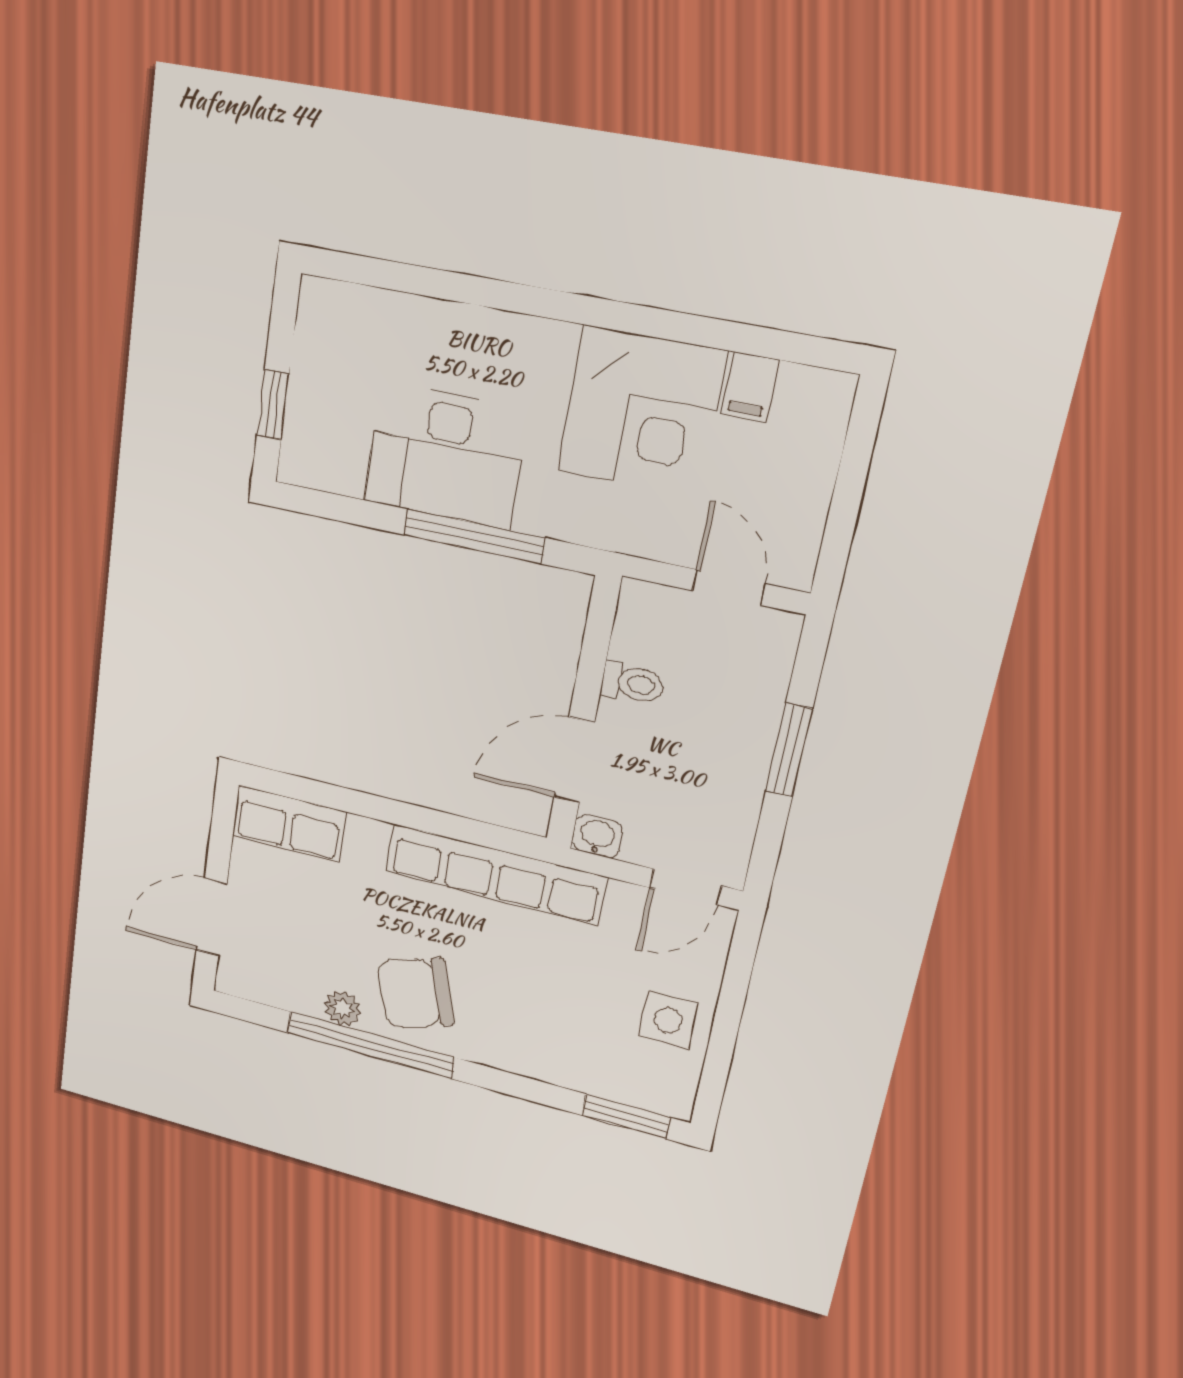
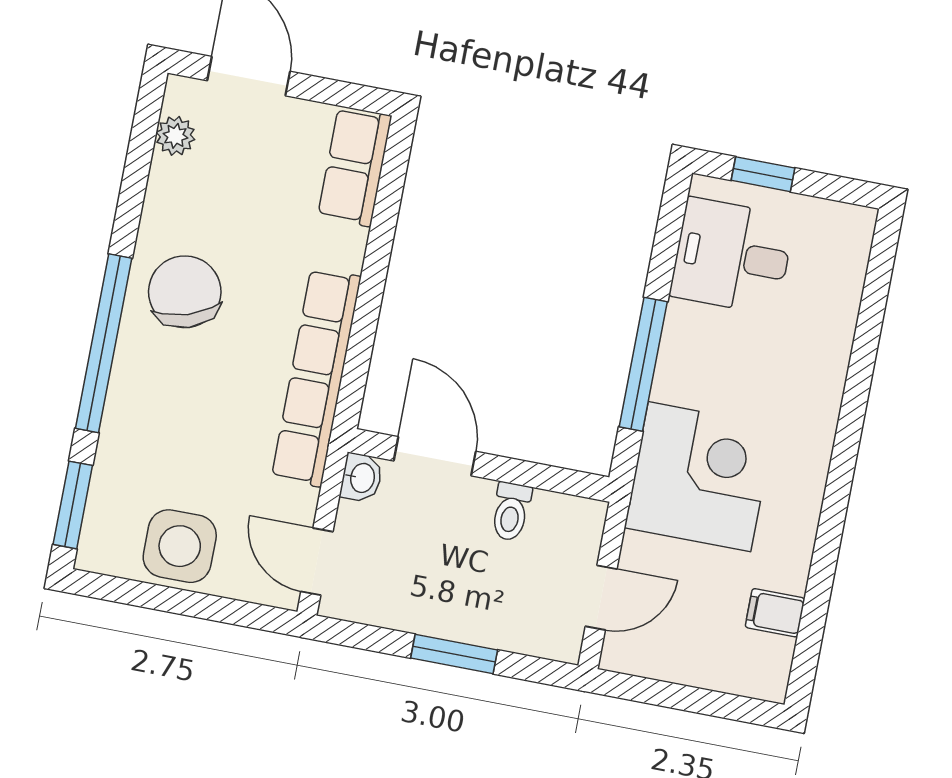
corner desk: (641, 412) -> (699, 477), moved, turned 180
desk: (445, 456) -> (732, 256), moved, width x0.73
plant: (342, 1008) -> (175, 136), moved
side table: (668, 1020) -> (180, 546), width x1.37, depth x1.37
window: (370, 1045) -> (104, 343), moved

